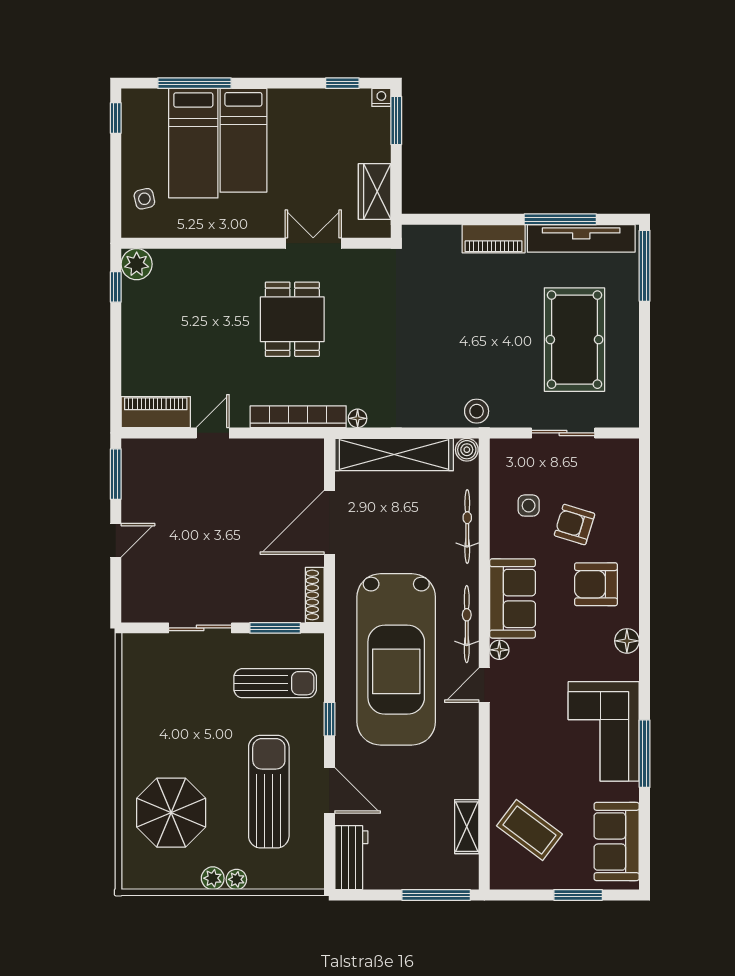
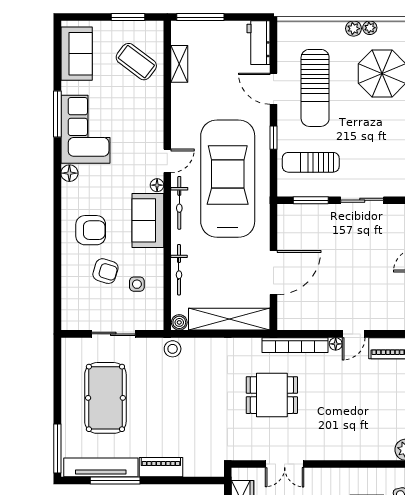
dining table: (292, 319) -> (272, 395), moved, turned 90
floor lamp: (358, 418) -> (336, 344), moved
shoe rack: (315, 595) -> (284, 223), removed
floor lamp: (627, 641) -> (69, 173), moved
plant: (236, 879) -> (370, 28), moved
window: (578, 895) -> (128, 17), moved

